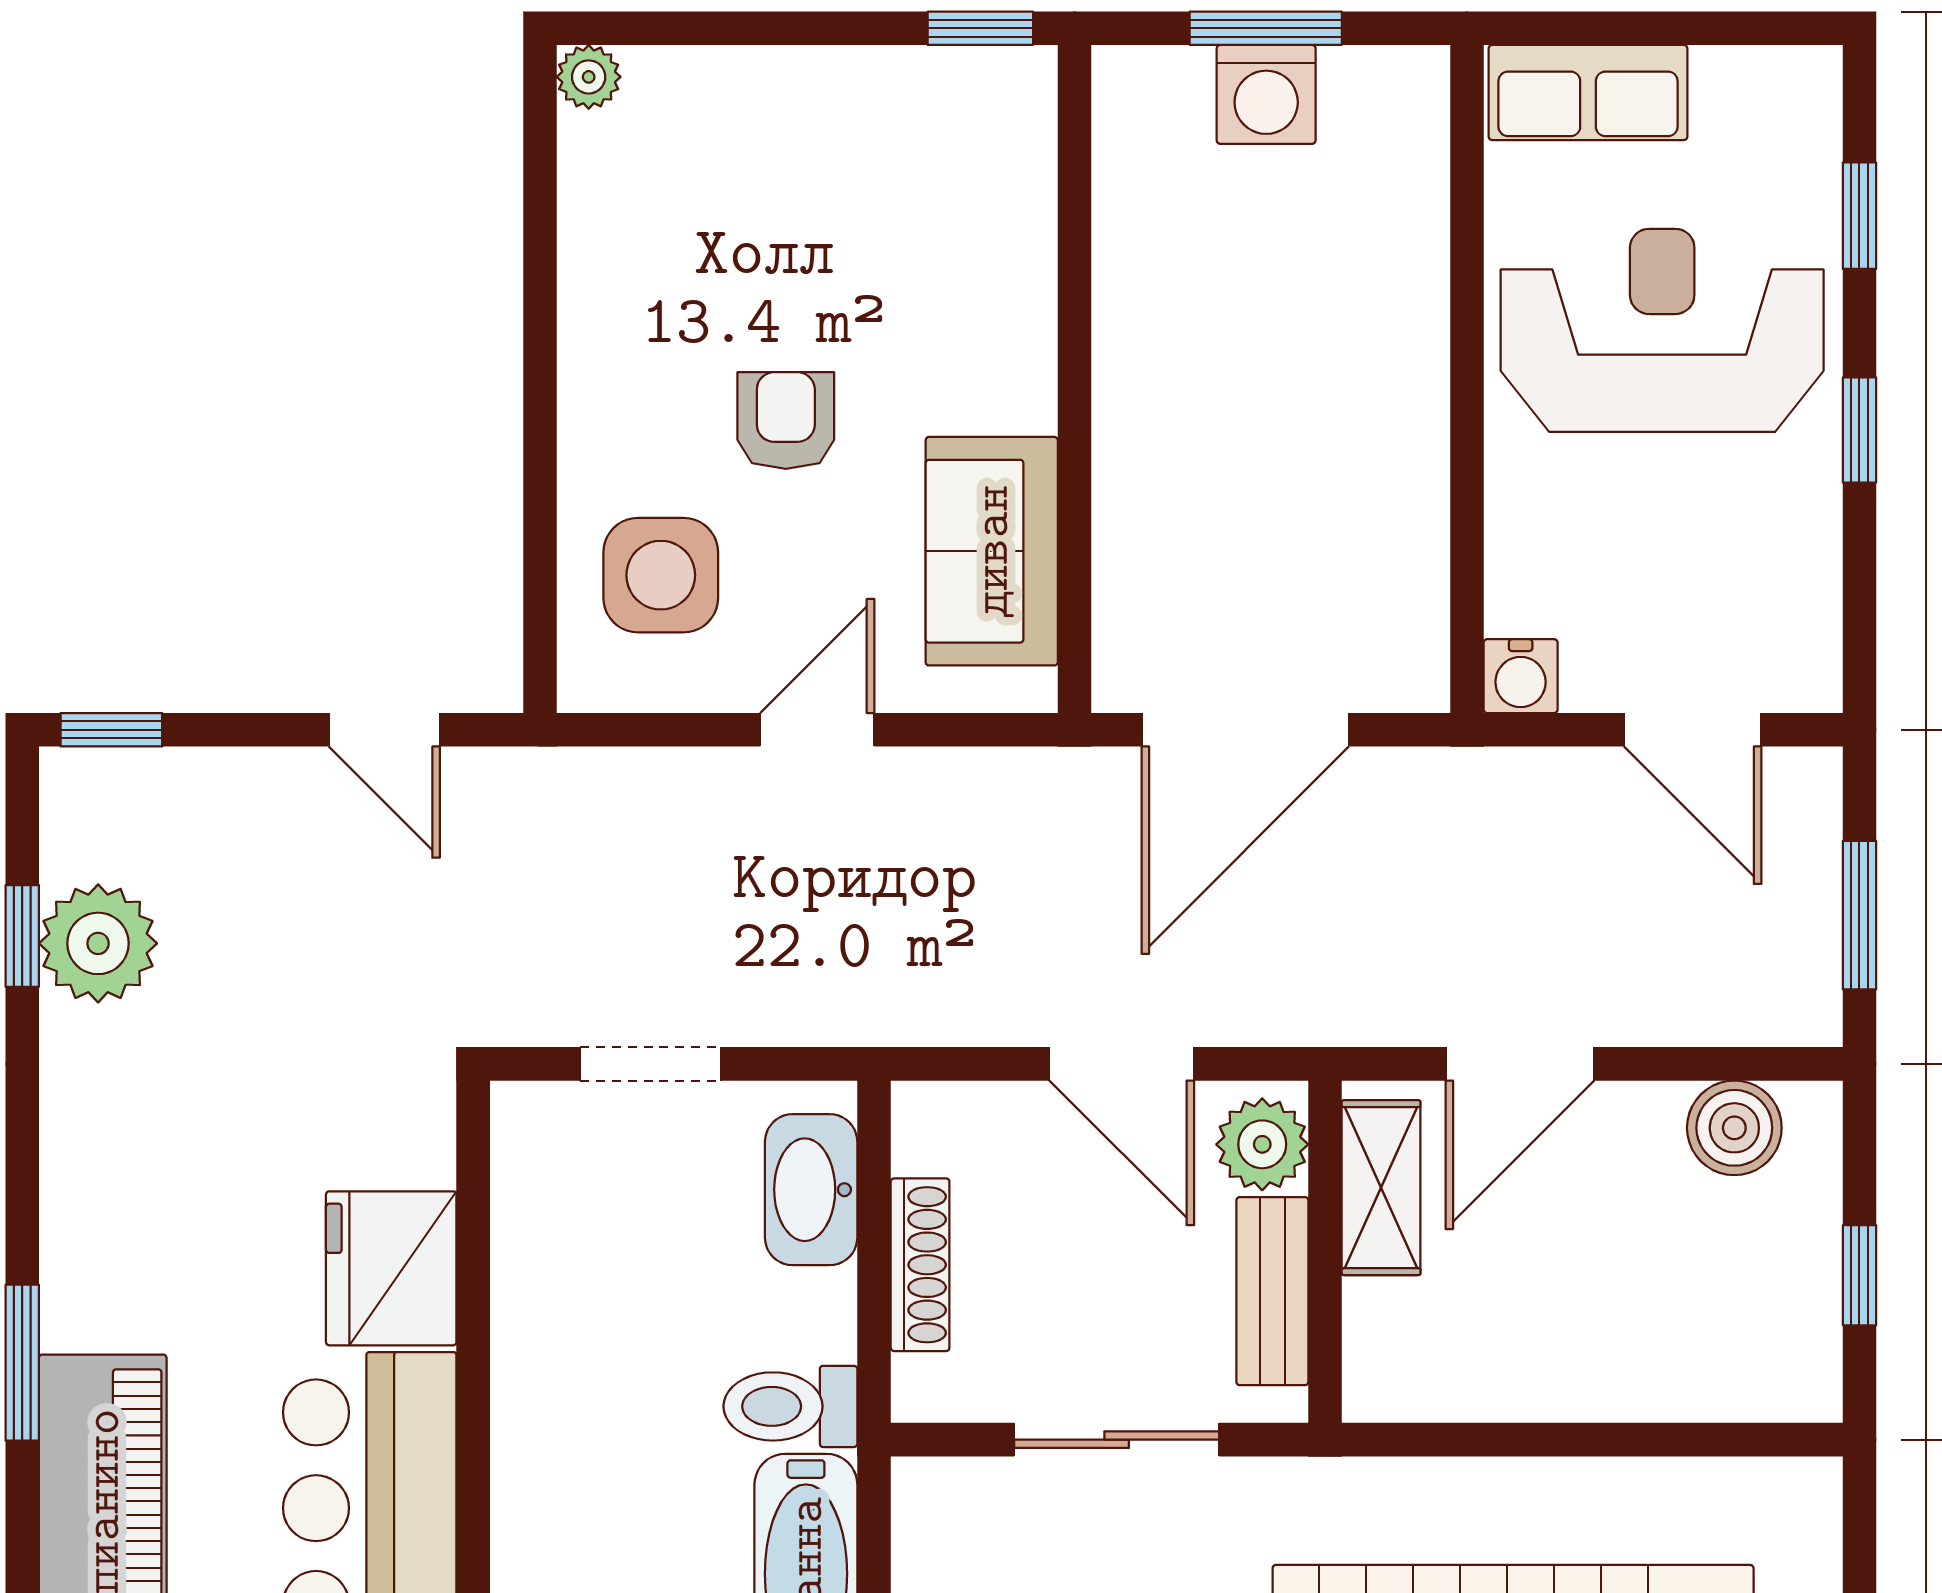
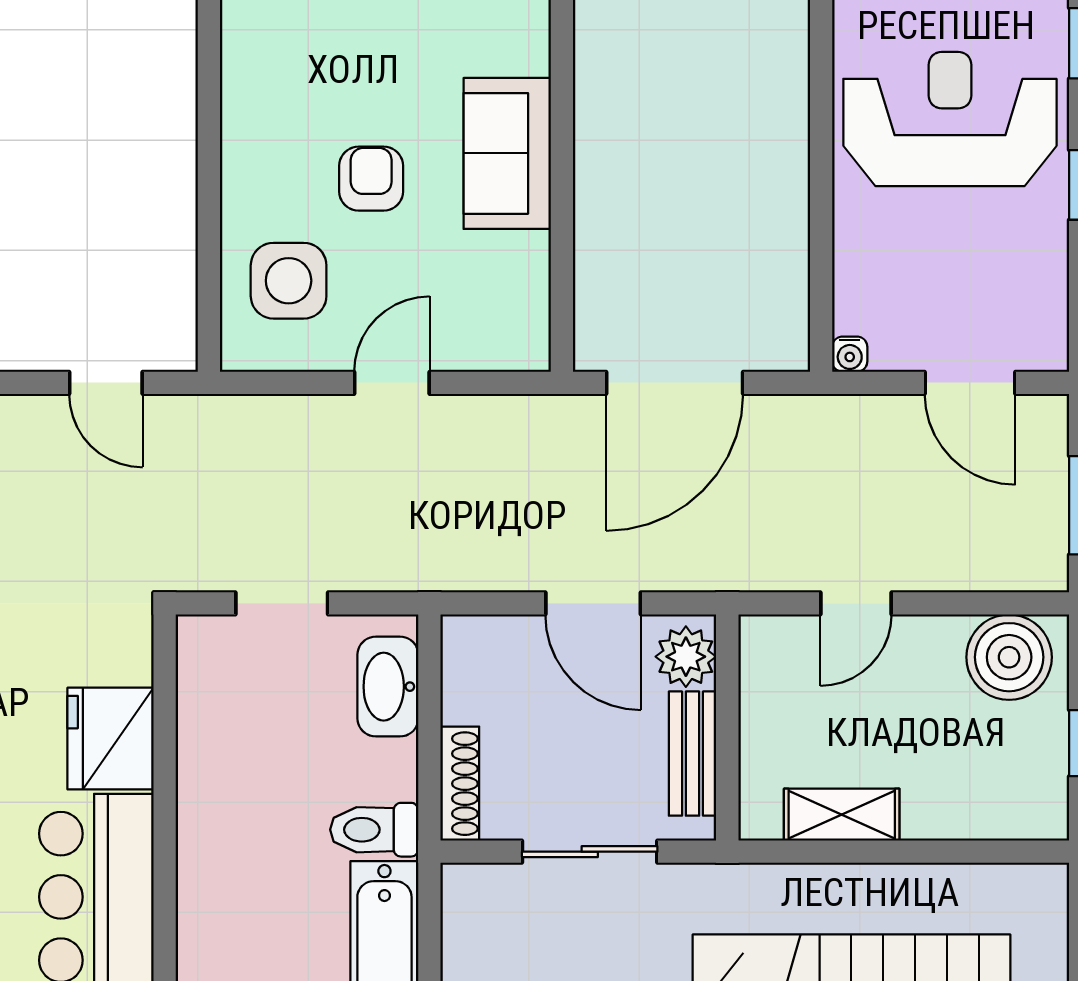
sofa: (992, 551) -> (507, 153), moved
water cooler: (1521, 676) -> (850, 354), width x0.72, depth x0.72
door: (1520, 1064) -> (856, 603), width x0.73
boiler: (1734, 1128) -> (1009, 657), width x1.37, depth x1.37
shelving: (1381, 1188) -> (842, 815), moved, turned 90
shoe rack: (920, 1265) -> (460, 784), moved

